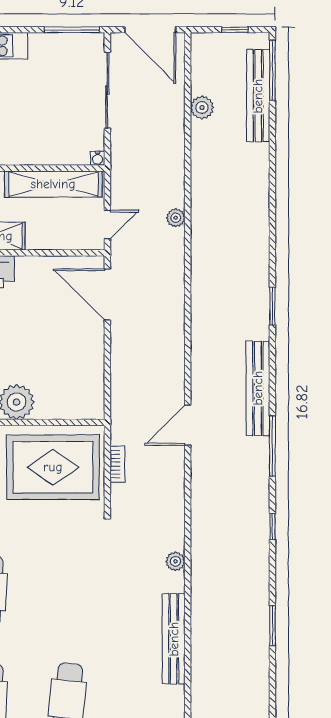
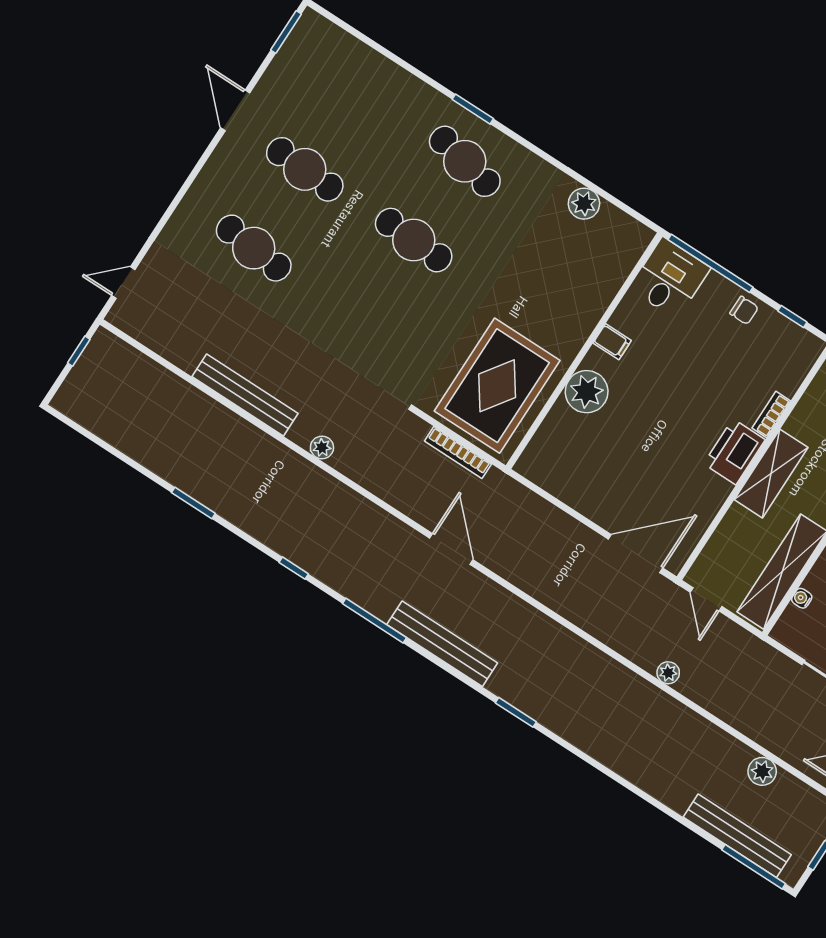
water cooler: (98, 158) -> (802, 598), moved
bookcase: (117, 464) -> (458, 453), width x1.56

